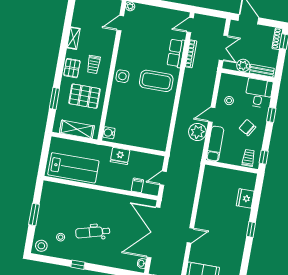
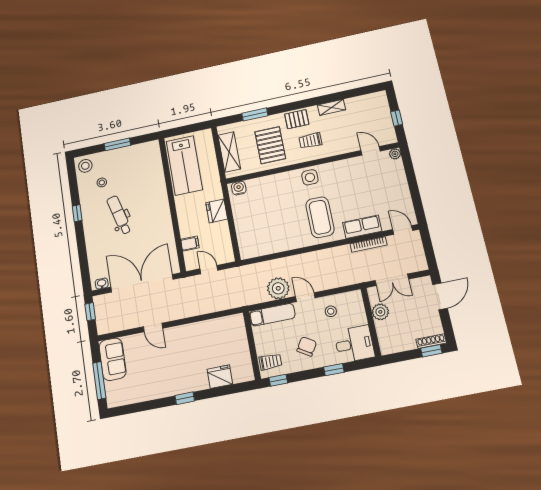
bench: (262, 71) -> (384, 337), removed

